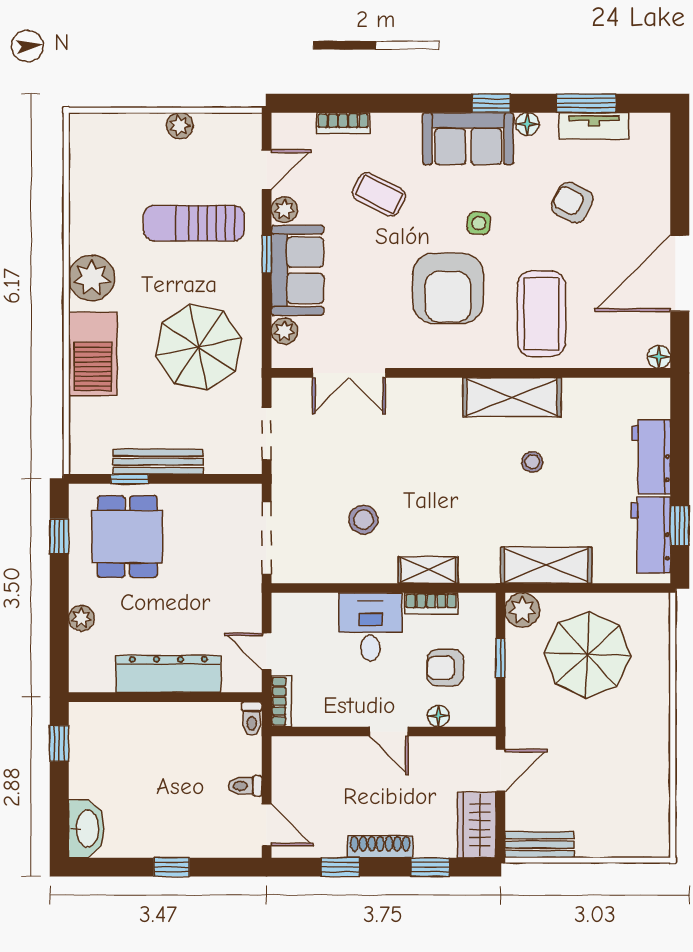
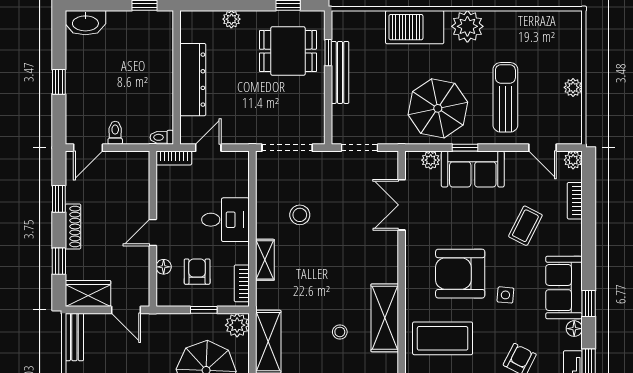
plant: (284, 210) -> (573, 160), moved
window: (267, 254) -> (465, 148), moved
parasol: (199, 347) -> (438, 108), moved
bookcase: (431, 603) -> (242, 283), moved

